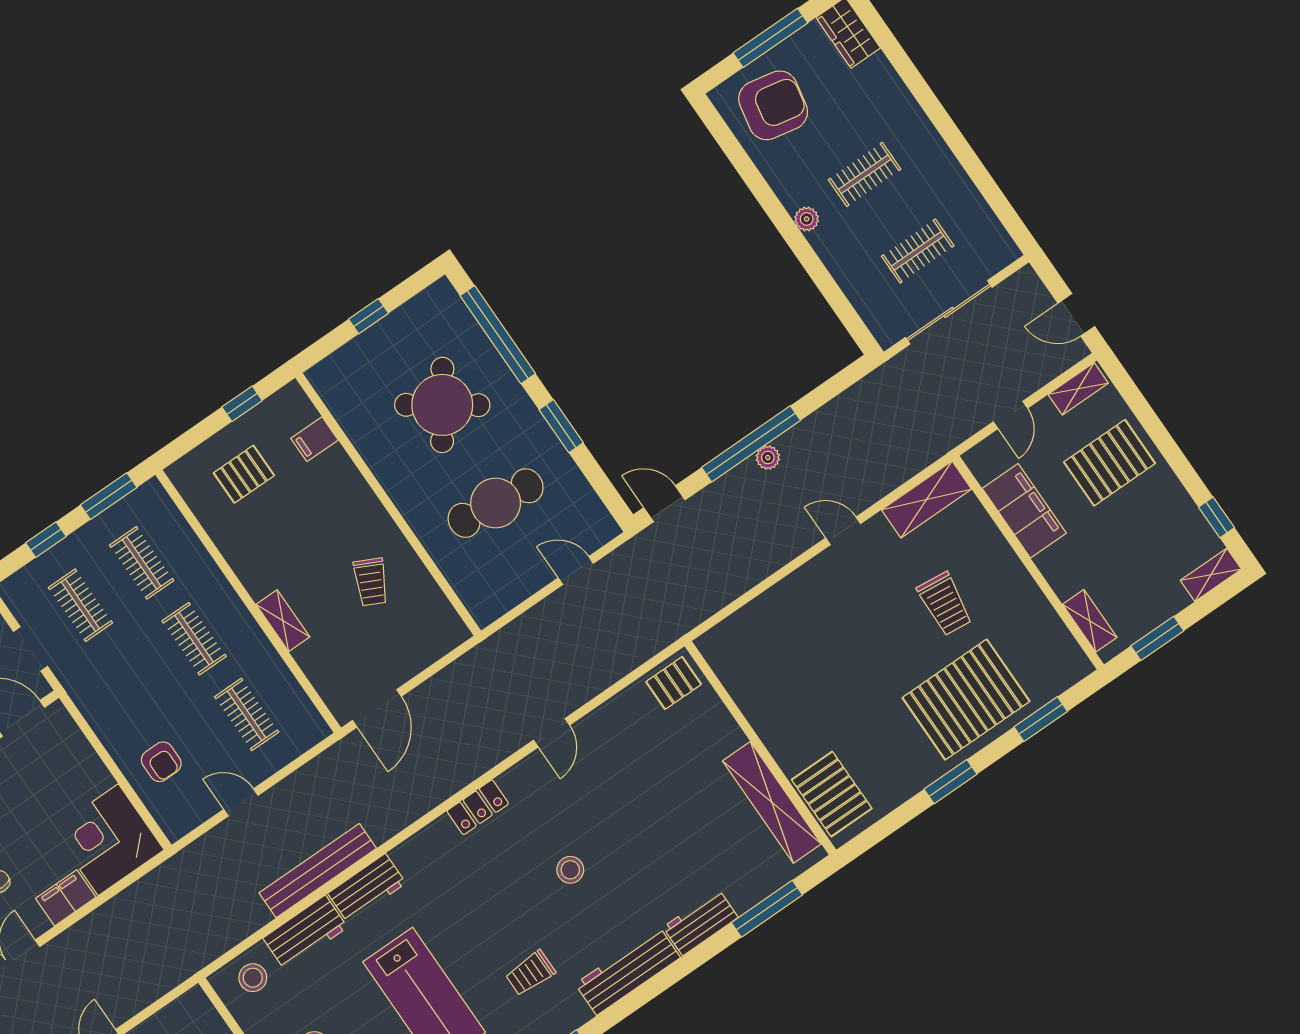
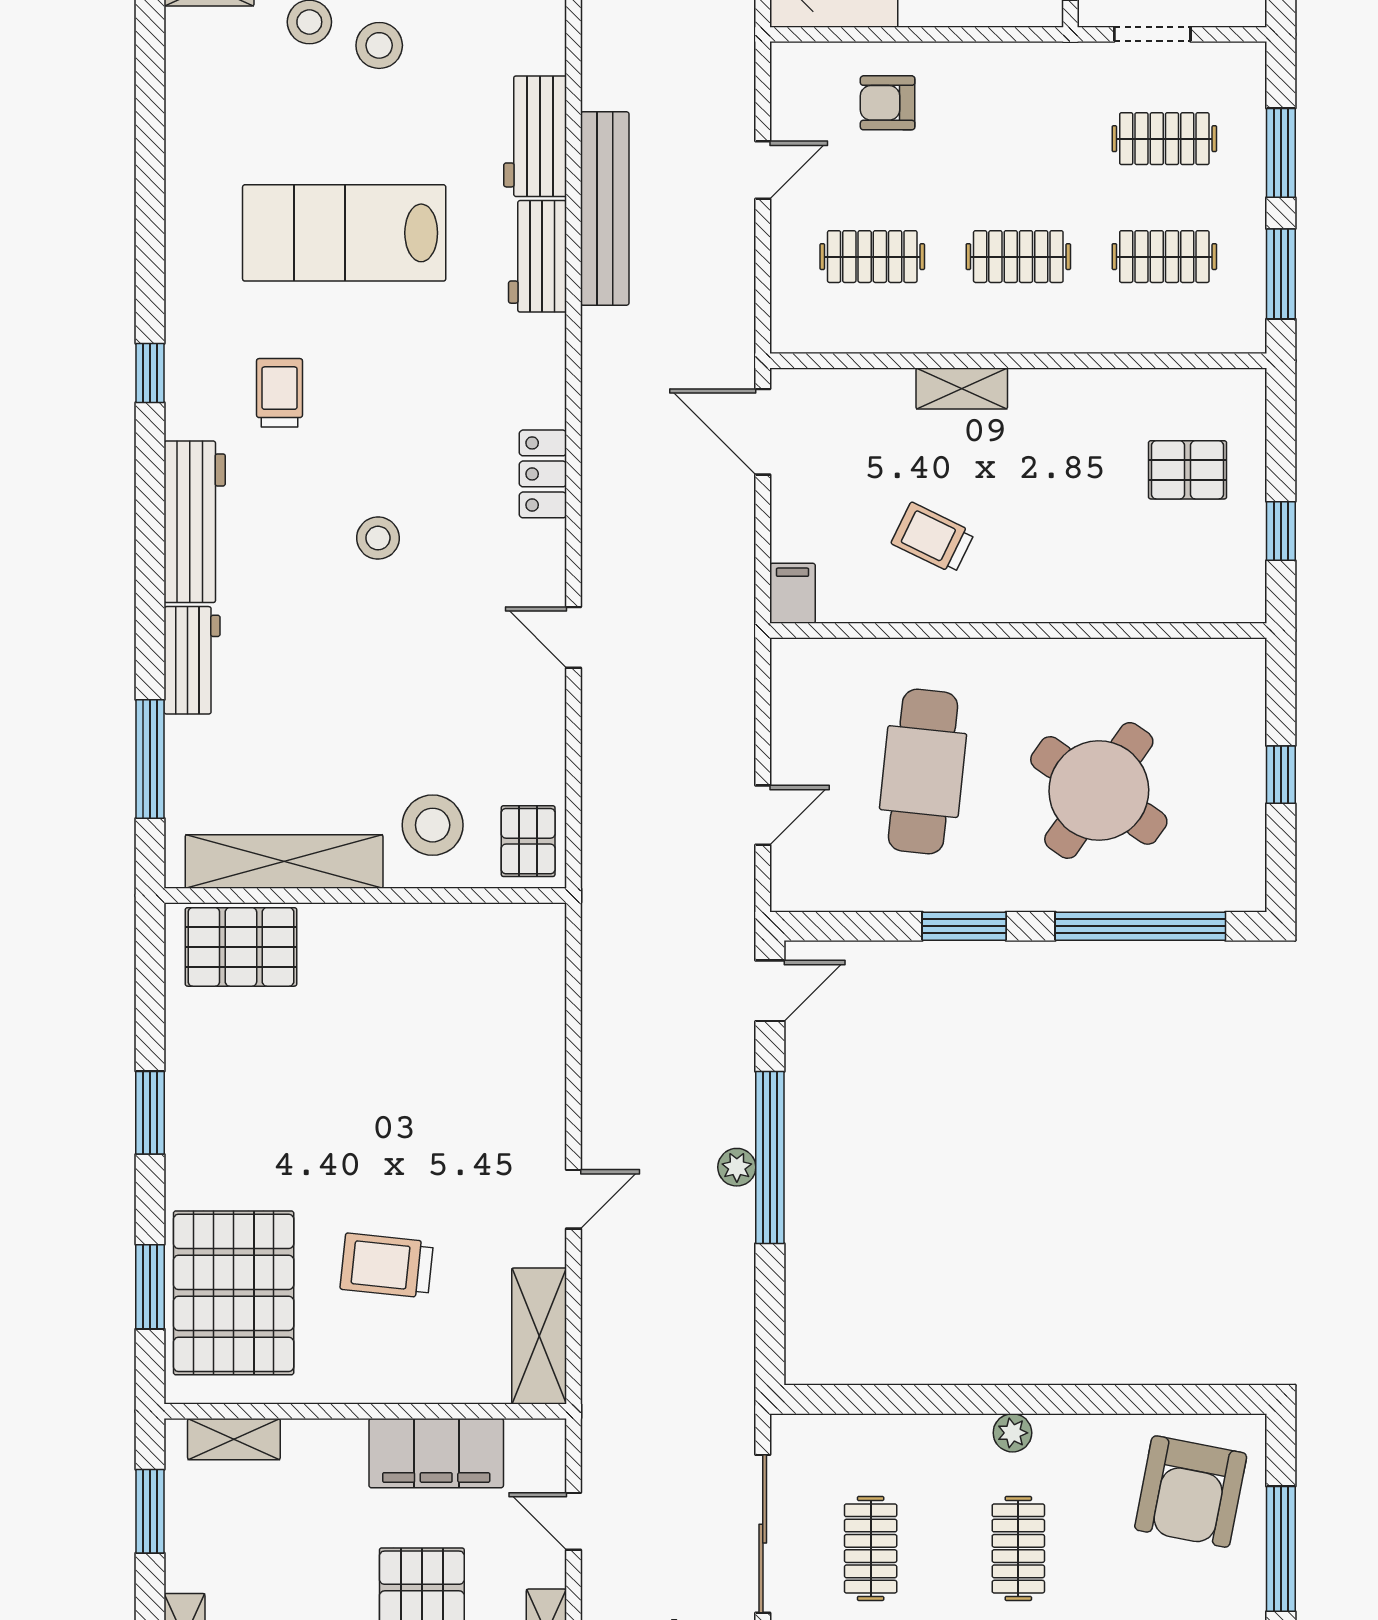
filing cabinet: (315, 439) -> (792, 593), moved
pallet: (244, 474) -> (1188, 470), turned 90
window: (46, 540) -> (1281, 153), width x1.50
pallet: (966, 700) -> (234, 1293), moved
stool: (253, 978) -> (433, 825), moved, width x1.38, depth x1.38

